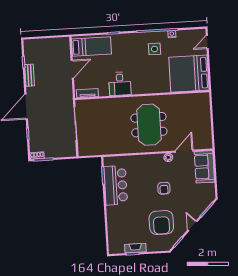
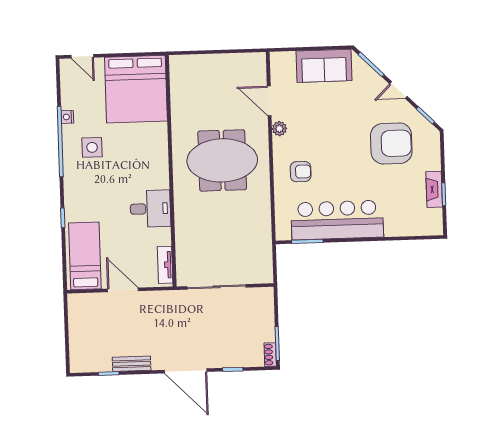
sofa: (204, 167) -> (324, 66), moved
bar counter: (116, 185) -> (337, 220), width x1.36
armchair: (164, 188) -> (301, 172), moved

